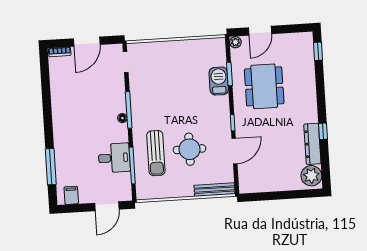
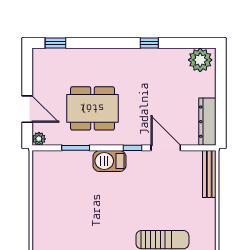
barbecue: (219, 81) -> (109, 161), moved
dresser: (312, 144) -> (207, 122), moved, turned 90
round table: (189, 149) -> (160, 200), removed

